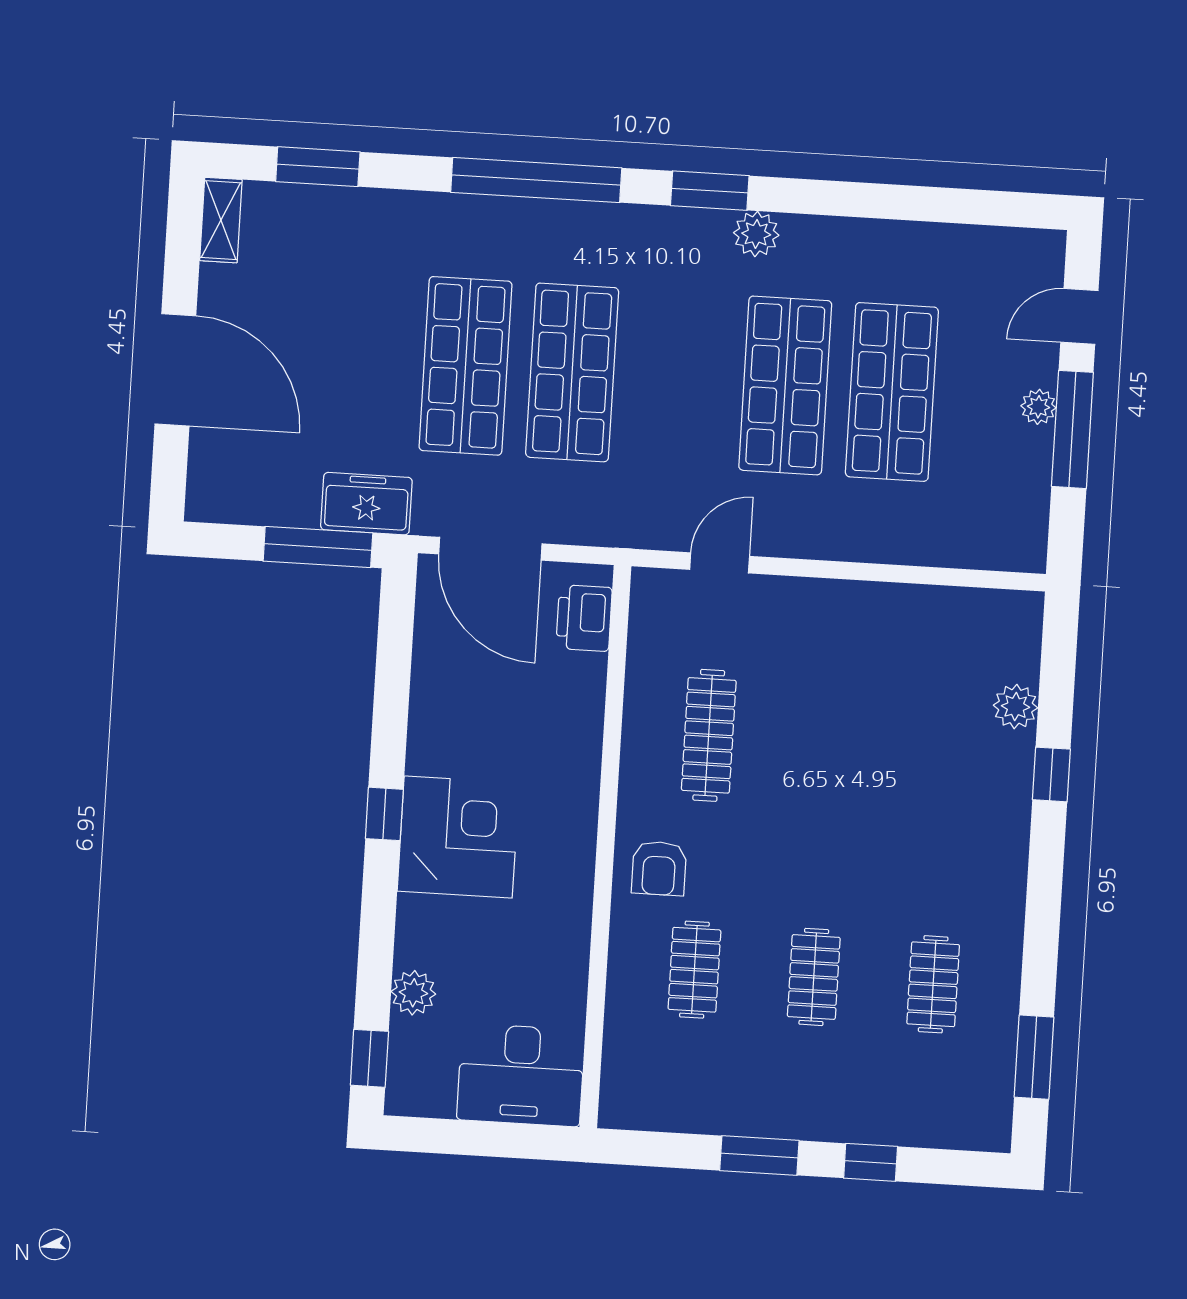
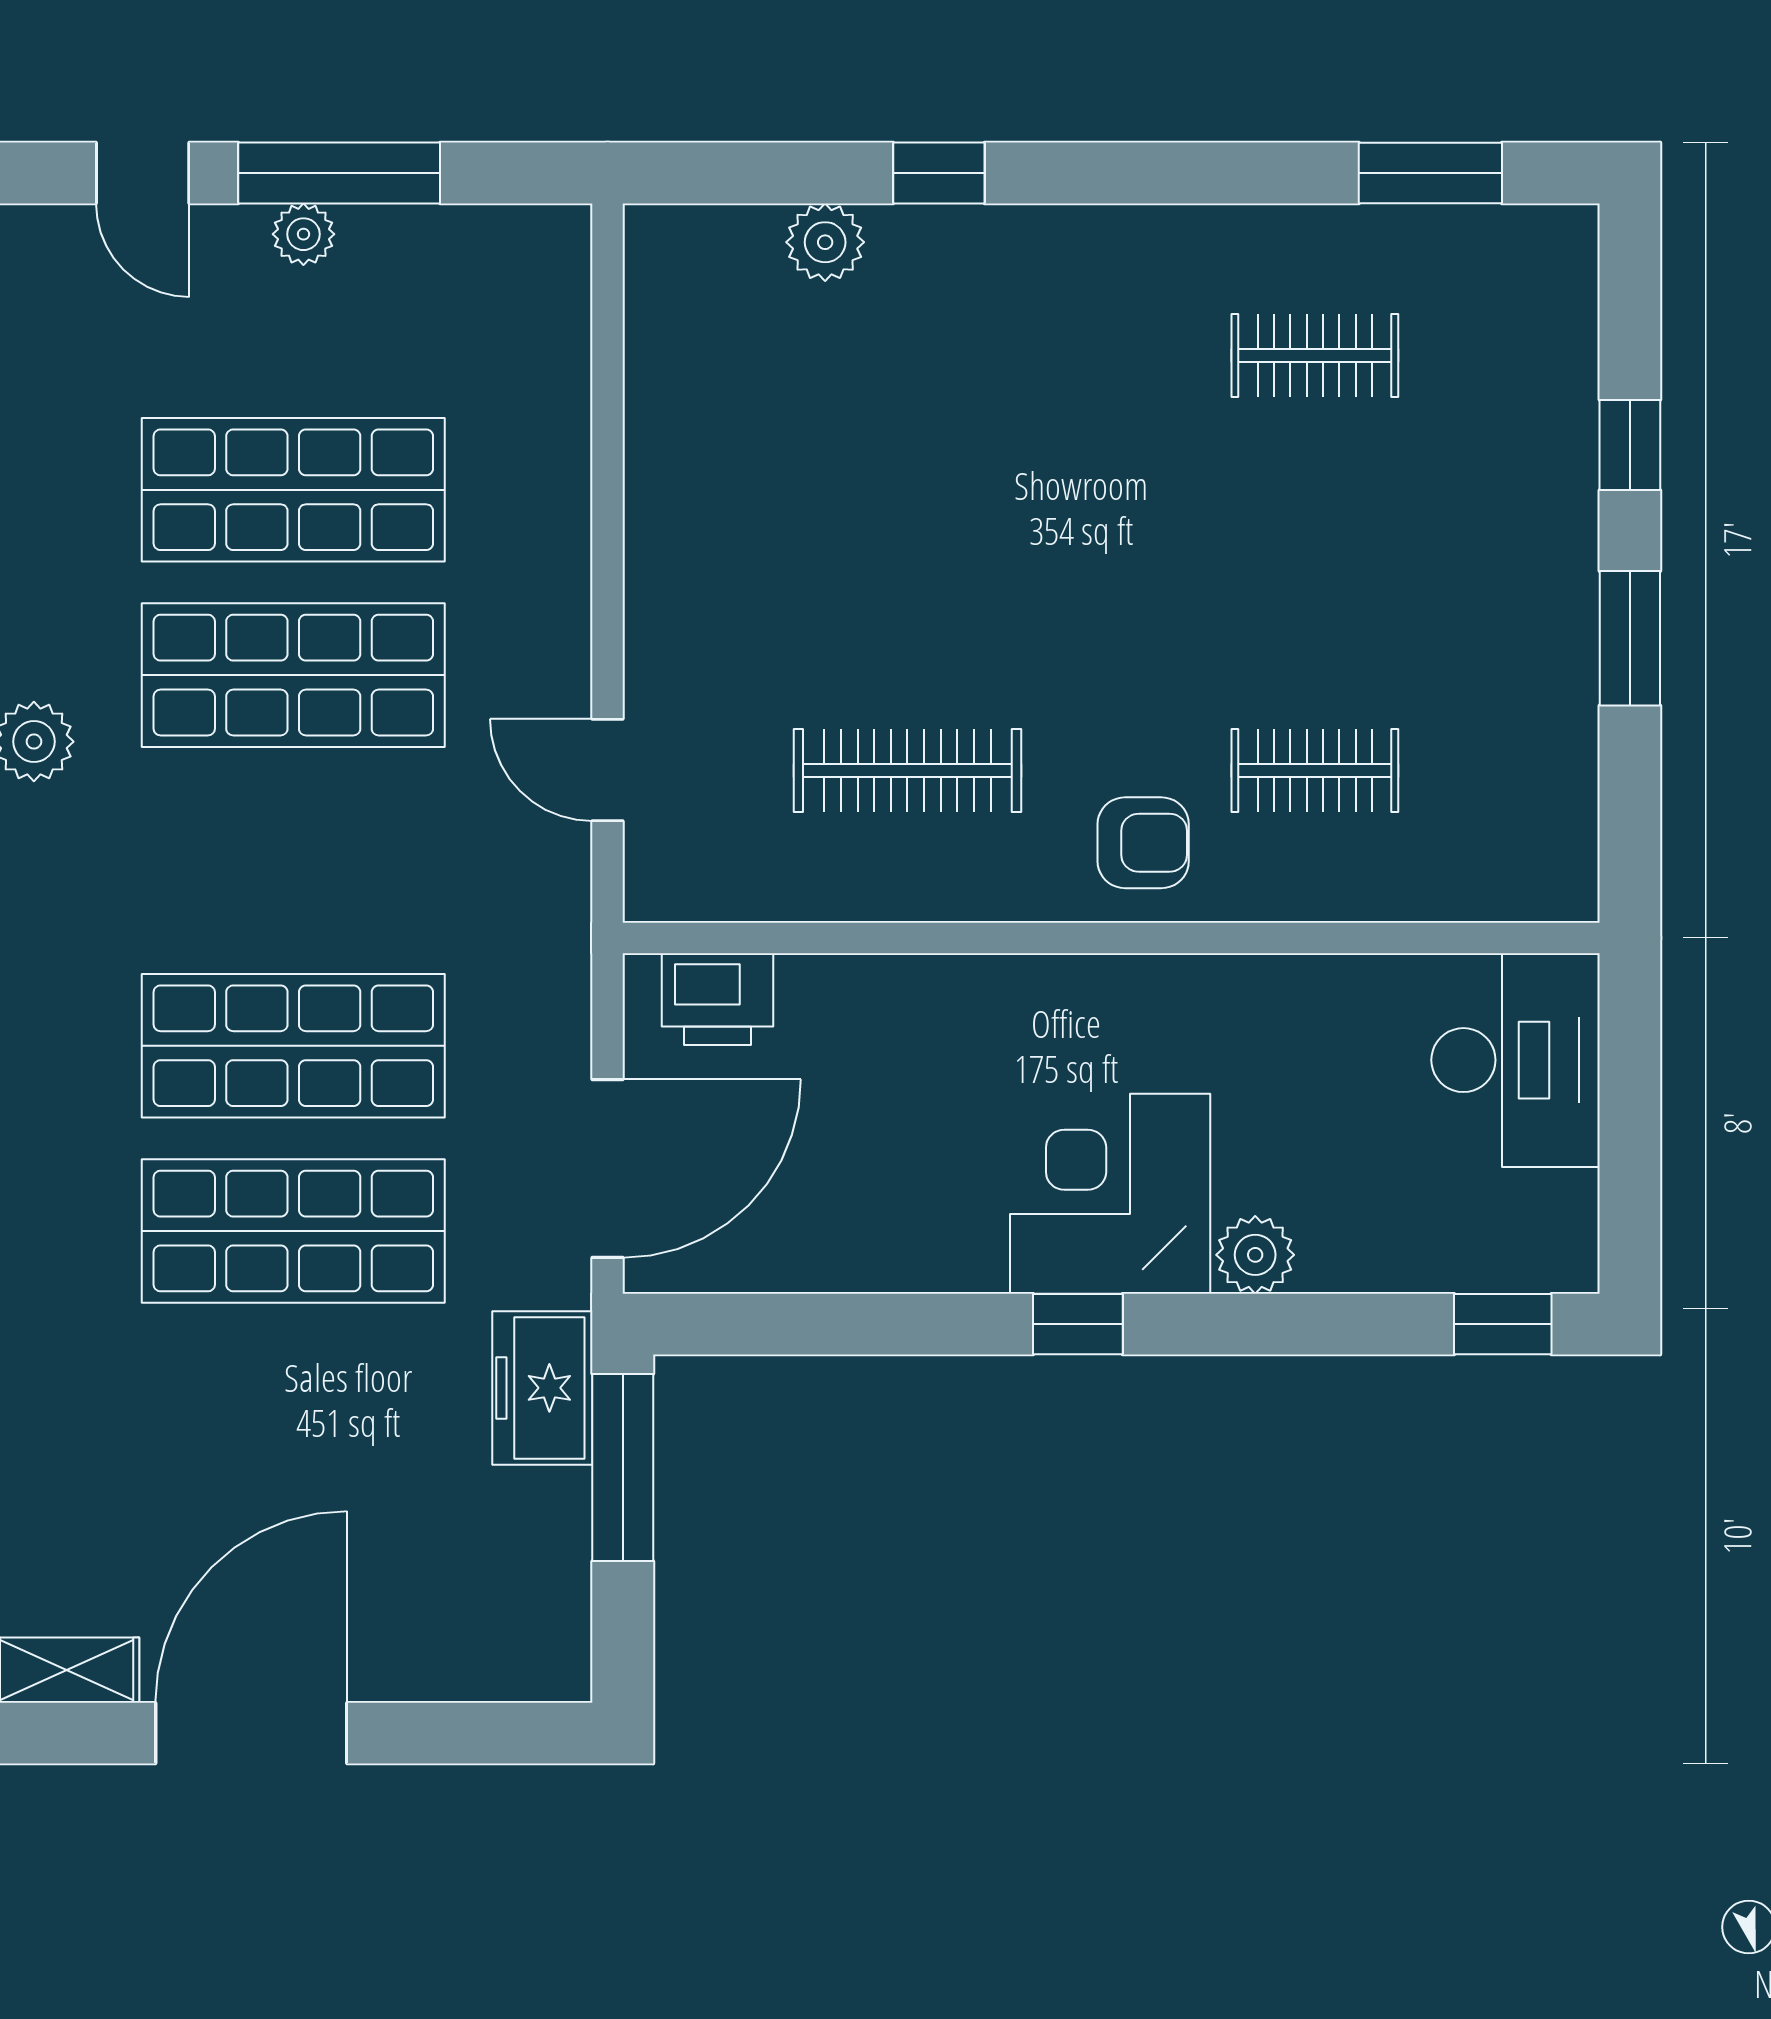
door: (175, 370) -> (251, 1733), moved
clothes rail: (814, 977) -> (1315, 563), removed
plant: (413, 993) -> (1255, 1255), moved

